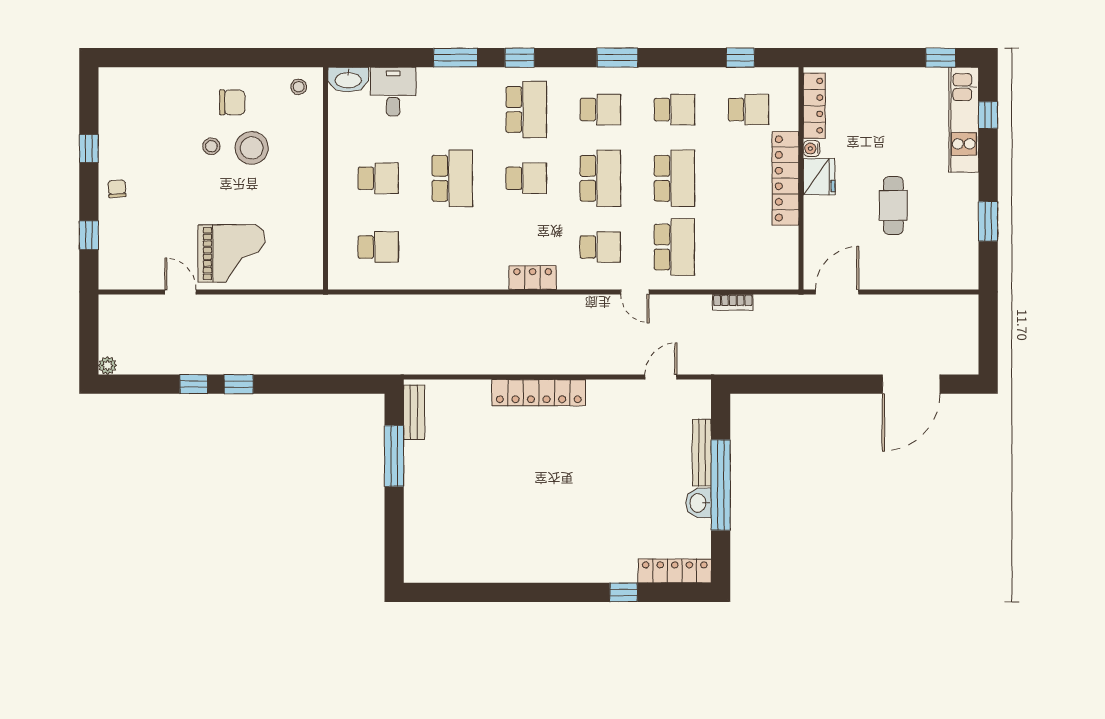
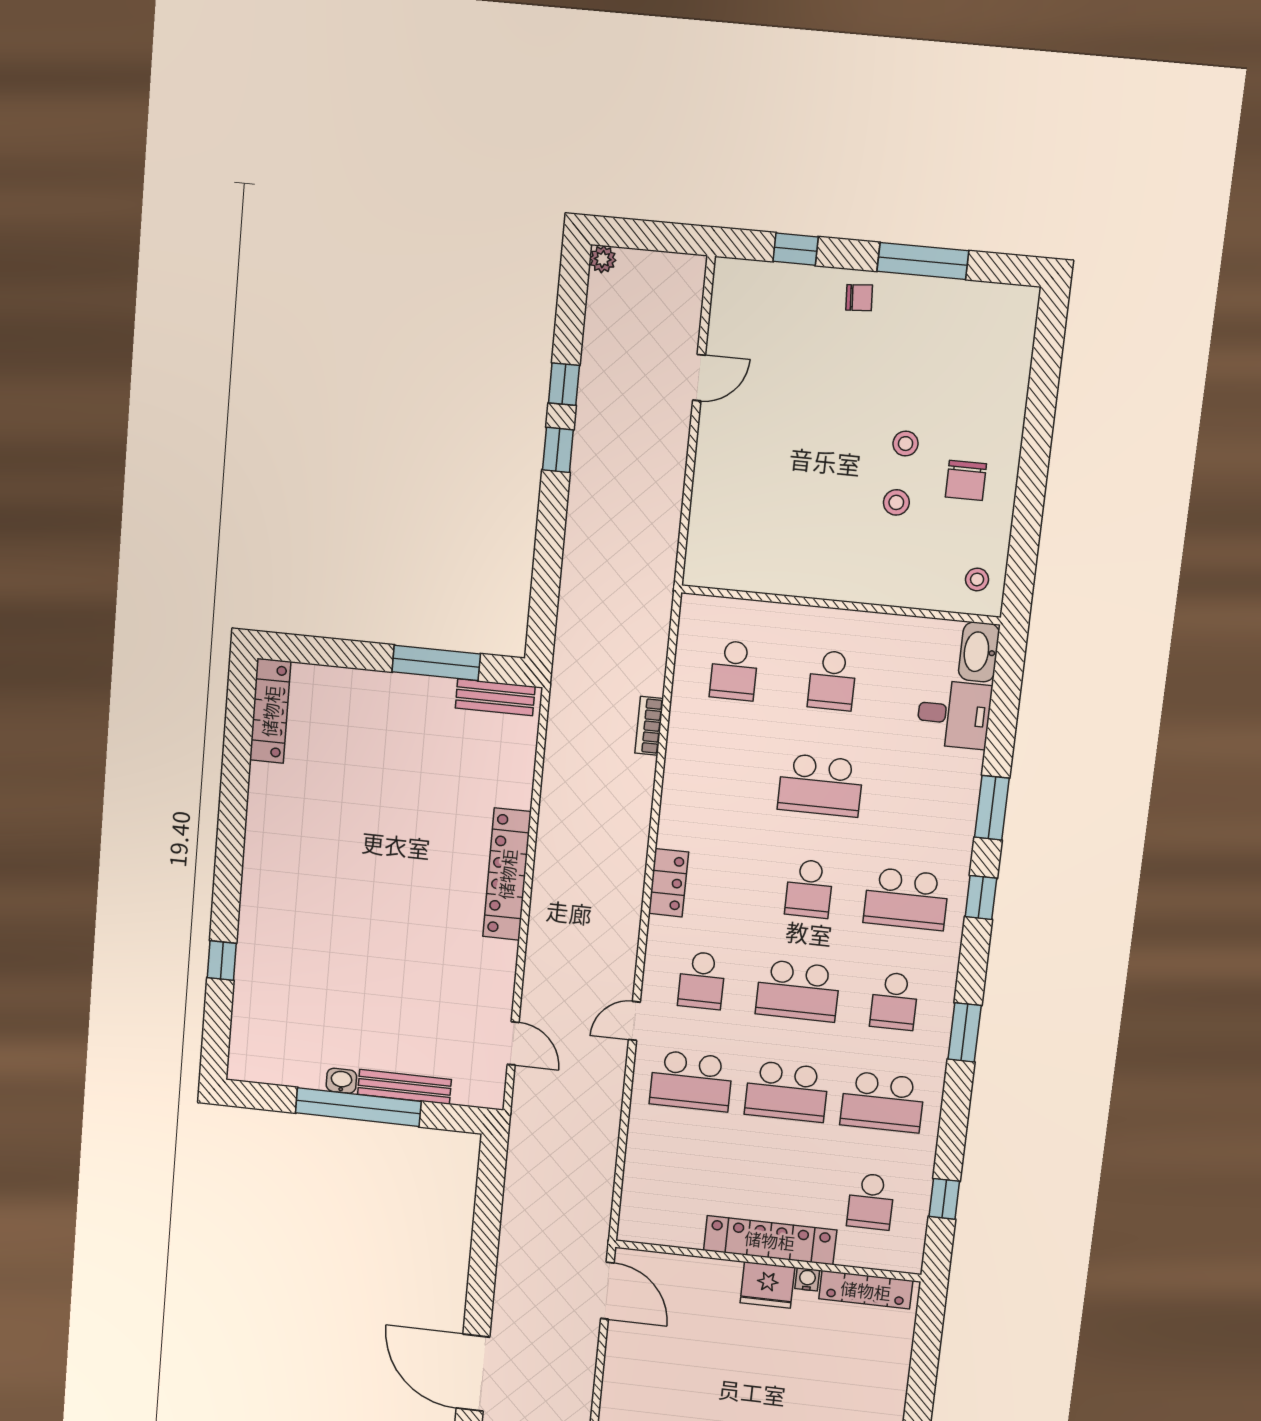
school desk: (674, 110) -> (882, 1102), width x1.85
stool: (252, 148) -> (896, 502), width x0.53, depth x0.53
window: (89, 149) -> (923, 261), width x2.17
cafe table: (893, 205) -> (717, 1378), removed
grand piano: (231, 254) -> (747, 458), removed
bookcase: (733, 302) -> (649, 726), moved
washbasin: (699, 503) -> (341, 1081), width x0.72, depth x0.69
locker: (675, 571) -> (270, 711), moved

